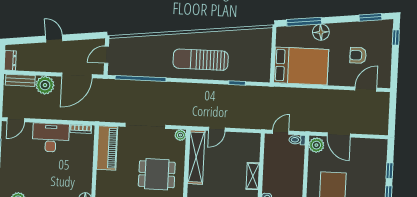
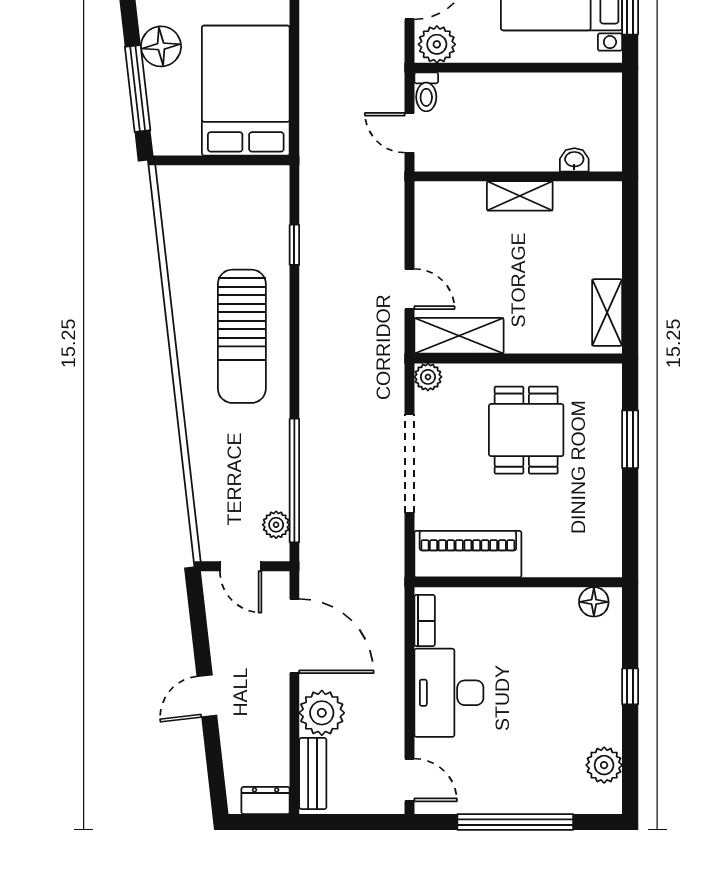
plant: (123, 70) -> (276, 525), added
shelving: (196, 157) -> (459, 336), width x0.68

